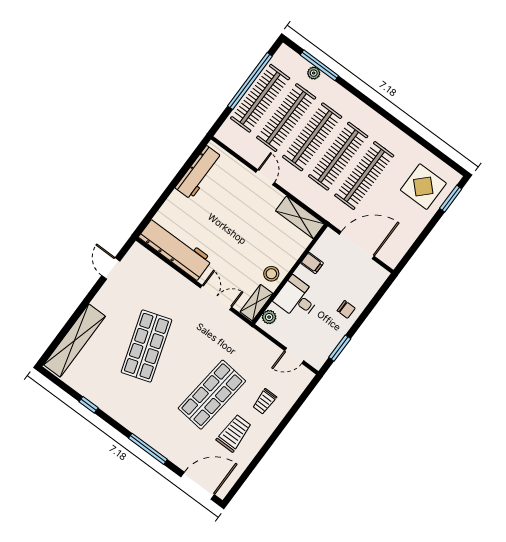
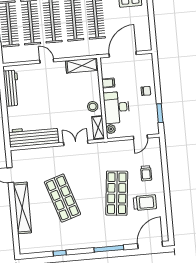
desk: (297, 298) -> (116, 107), width x1.37
shelving: (74, 340) -> (22, 208), moved
trolley: (234, 433) -> (145, 203), turned 90

